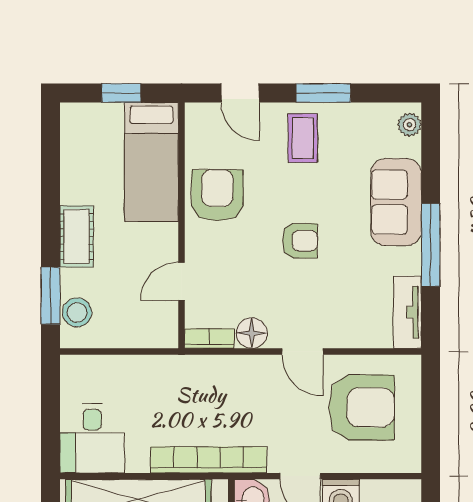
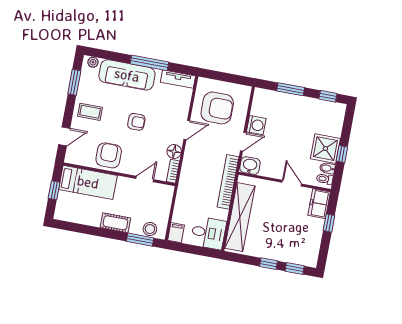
window: (323, 93) -> (74, 82), moved
armchair: (217, 195) -> (109, 155), turned 90
sofa: (396, 202) -> (127, 75), width x1.36
armchair: (300, 241) -> (136, 122), turned 90
door: (181, 281) -> (145, 179), swing flipped
filing cabinet: (80, 369) -> (176, 233), added
armchair: (362, 407) -> (217, 108), turned 90

